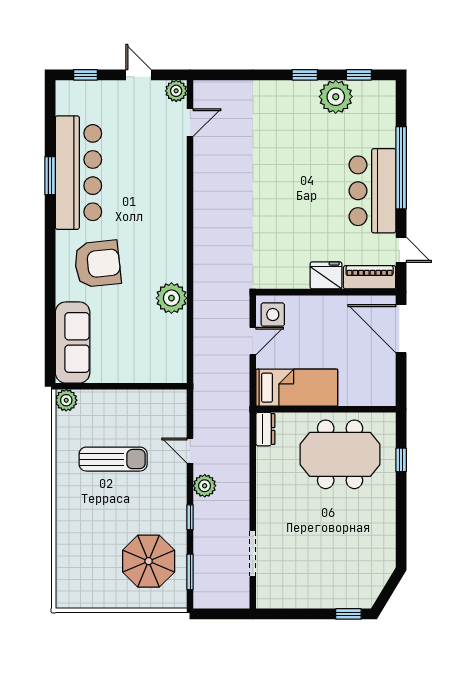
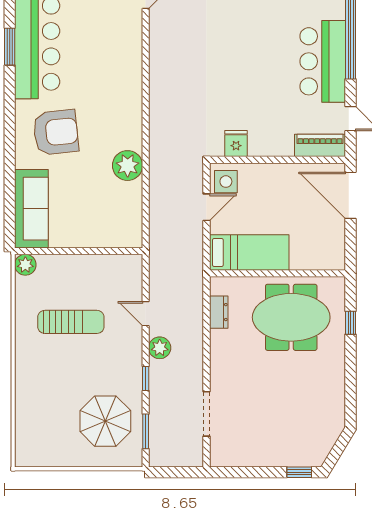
fridge: (326, 275) -> (236, 144), moved, width x0.72
dresser: (265, 429) -> (219, 312), moved

